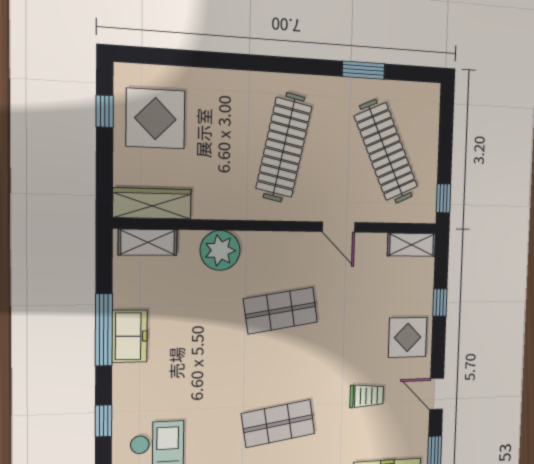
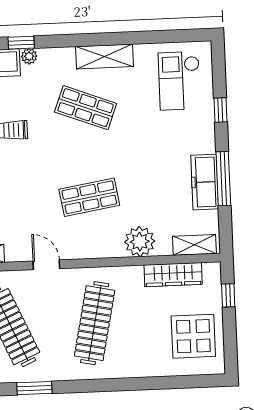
window: (105, 111) -> (228, 295), moved
wardrobe: (152, 203) -> (173, 275), moved
freezer: (130, 336) -> (205, 182), width x1.40
shop shelf: (278, 424) -> (86, 108), turned 30

